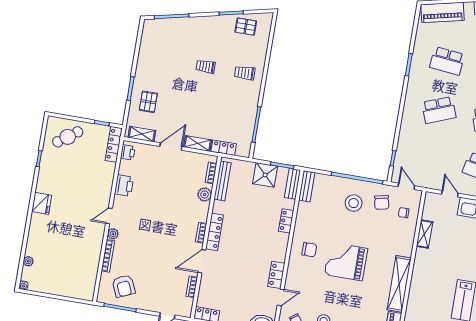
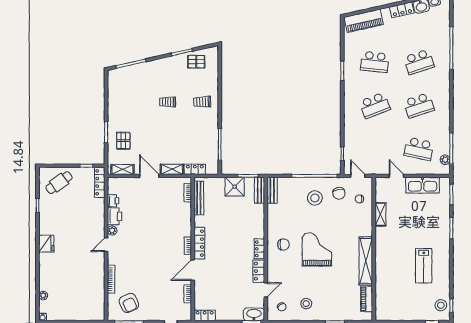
door: (171, 146) -> (149, 176), hinge flipped
printer: (128, 152) -> (113, 201), moved
plant: (205, 194) -> (185, 212), removed
locker: (286, 221) -> (259, 249), moved
plant: (113, 234) -> (112, 230), moved
grand piano: (346, 262) -> (317, 249), turned 90

